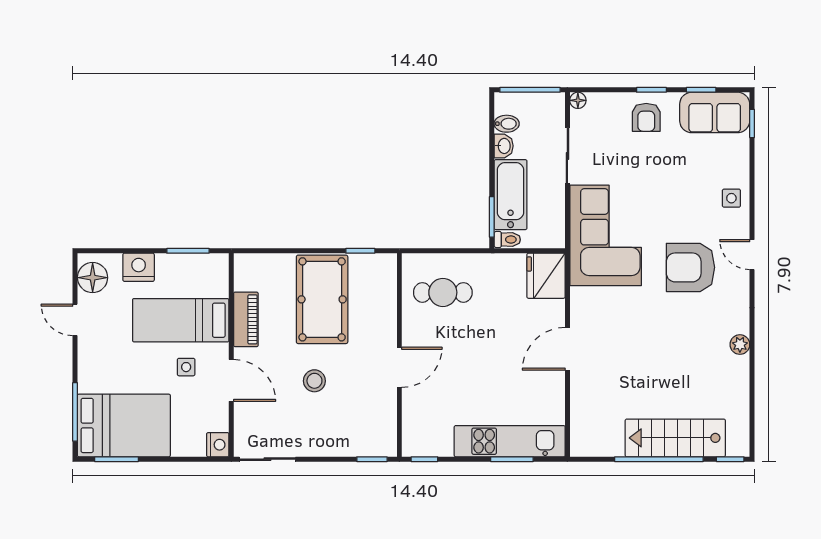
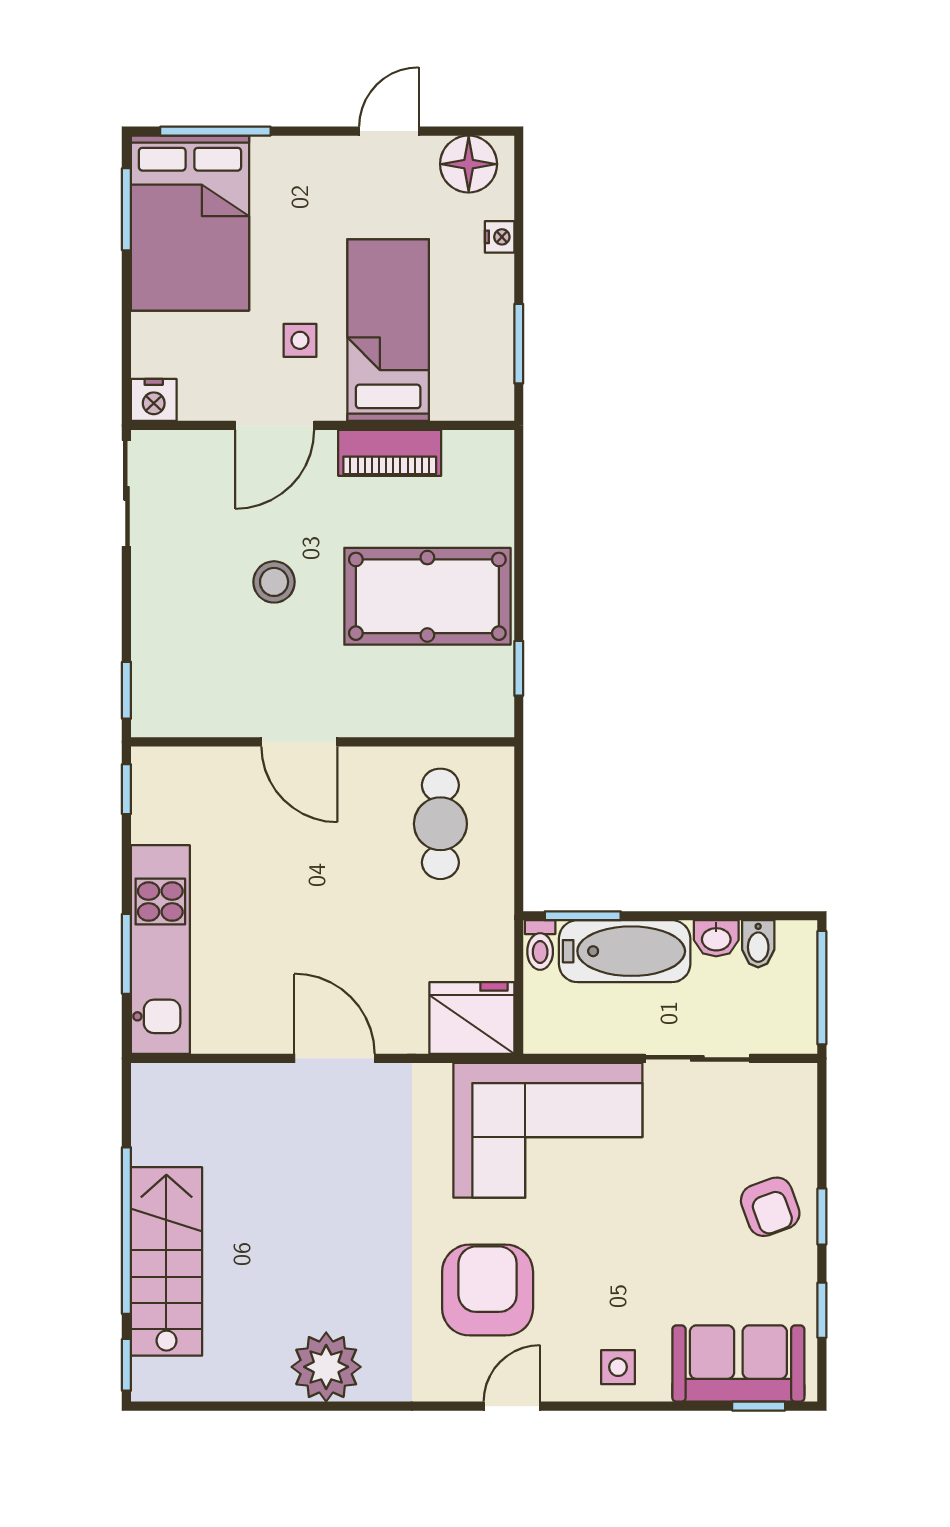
floor lamp: (578, 100) -> (802, 1078), removed
sofa: (715, 112) -> (738, 1364), moved, turned 90
armchair: (646, 117) -> (770, 1207), turned -110
nightstand: (139, 267) -> (500, 237), width x0.53, depth x0.56
plant: (740, 345) -> (326, 1367), width x1.88, depth x1.88

